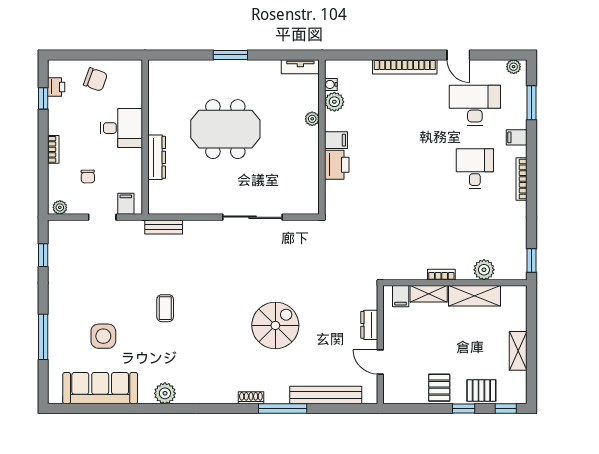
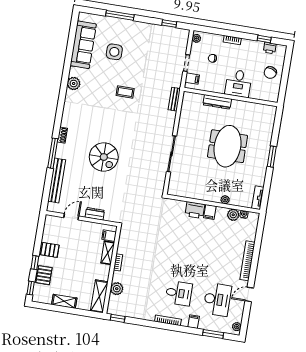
shelving: (474, 296) -> (99, 296), moved

